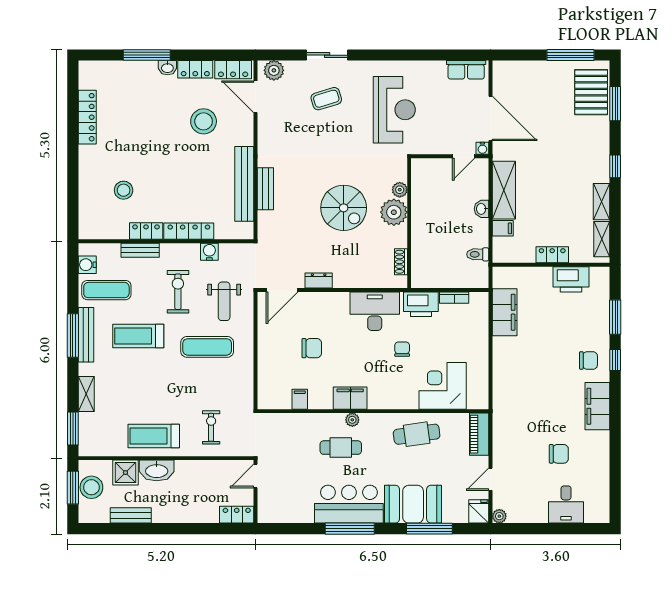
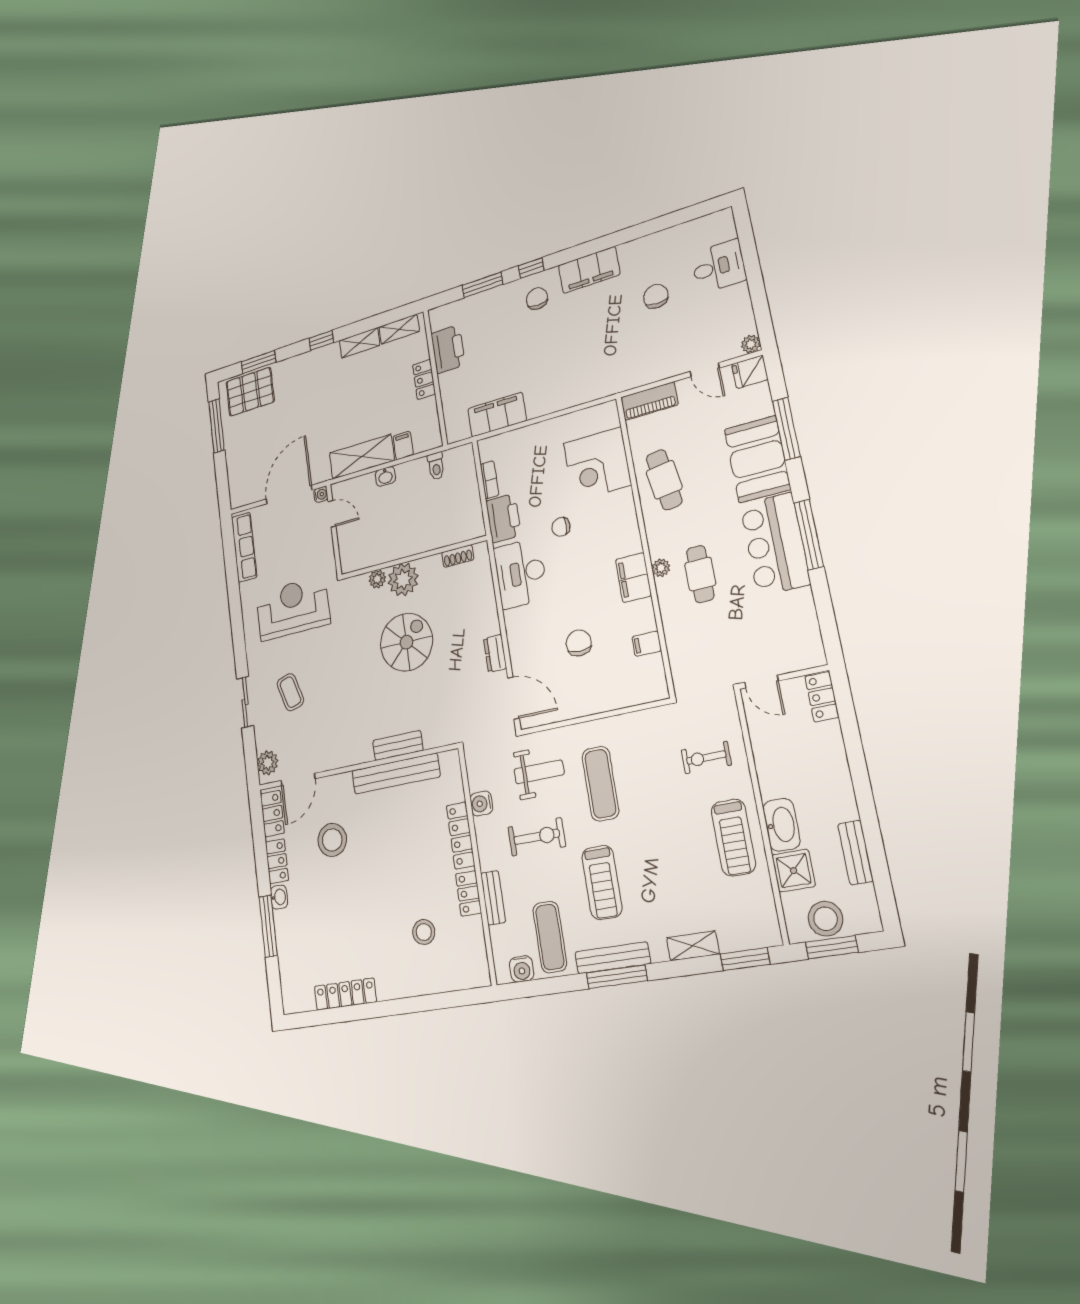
row of seats: (466, 70) -> (244, 547), width x1.48
exercise bike: (178, 292) -> (537, 837), turned 180

